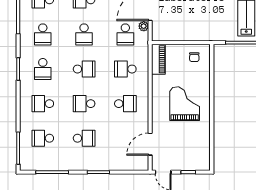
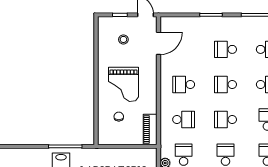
chair: (194, 57) -> (119, 117), moved
school desk: (84, 104) -> (225, 84), turned 180
stool: (185, 148) -> (123, 39), added

